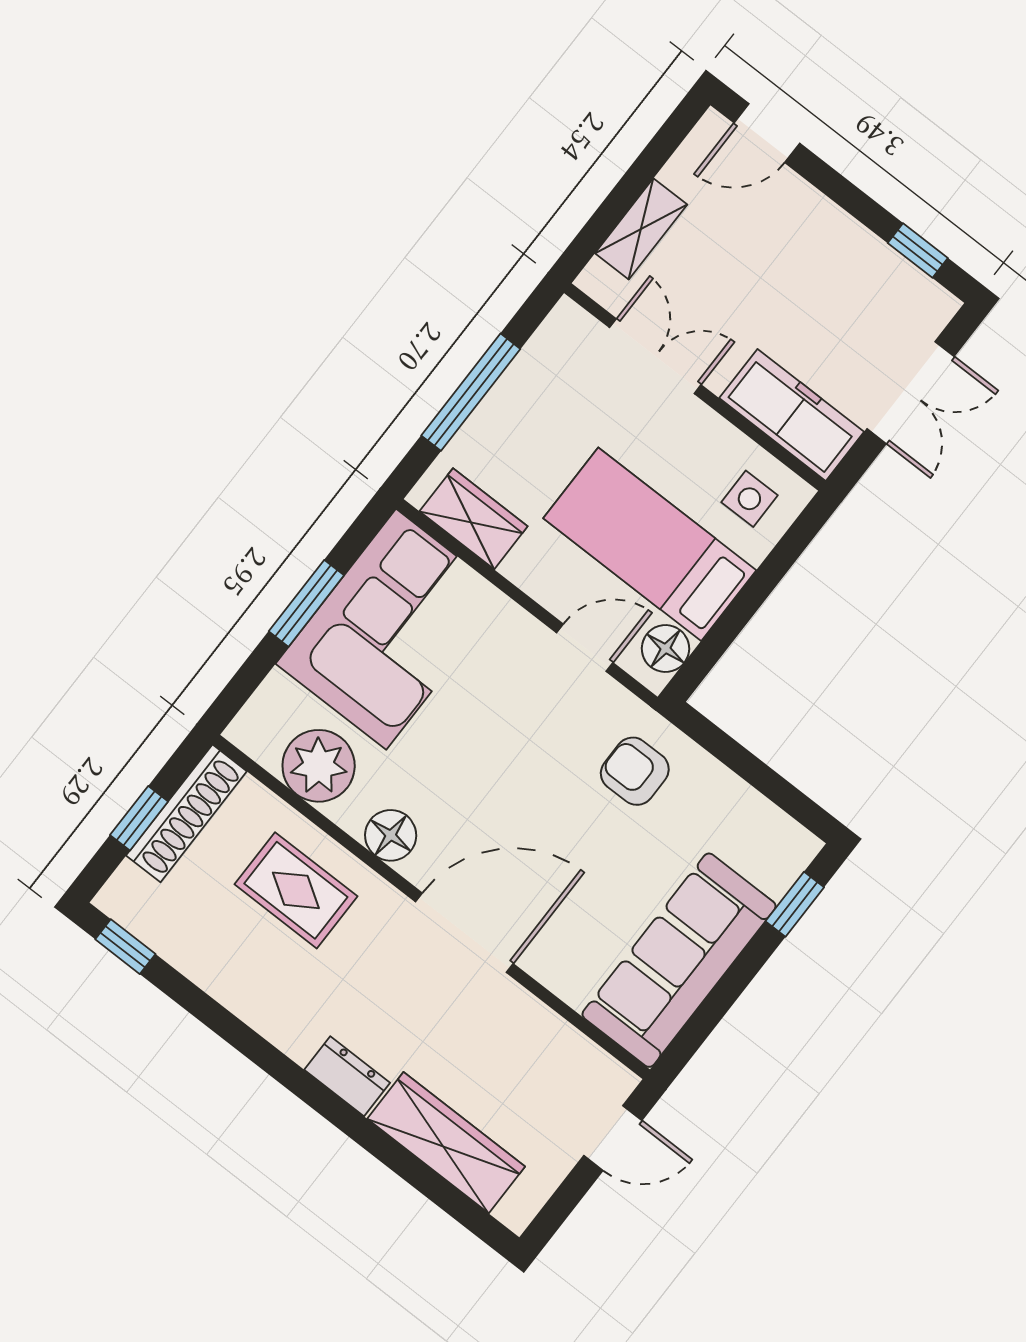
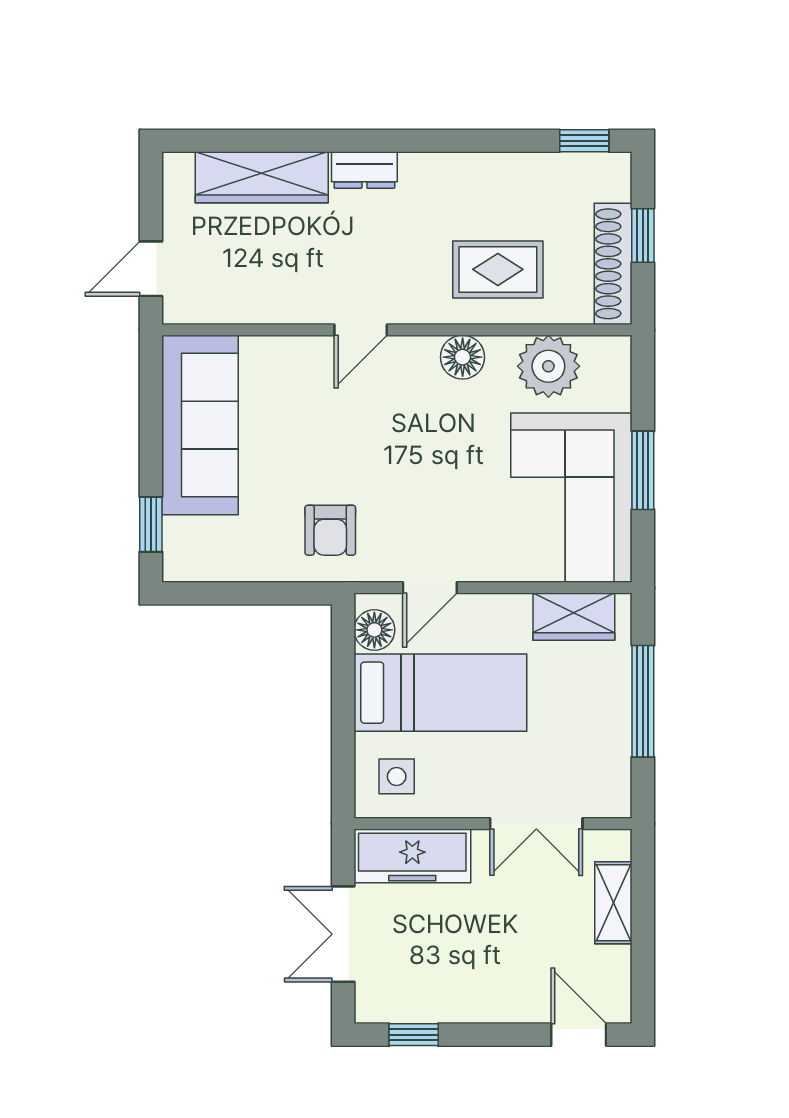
door: (767, 133) -> (579, 1035), hinge flipped
armchair: (635, 771) -> (330, 530), turned 90
door: (464, 933) -> (361, 330), width x0.53

